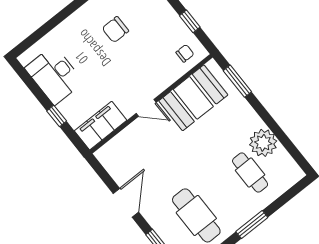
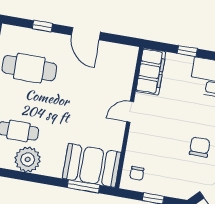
booth: (193, 98) -> (92, 165), moved, turned 90

